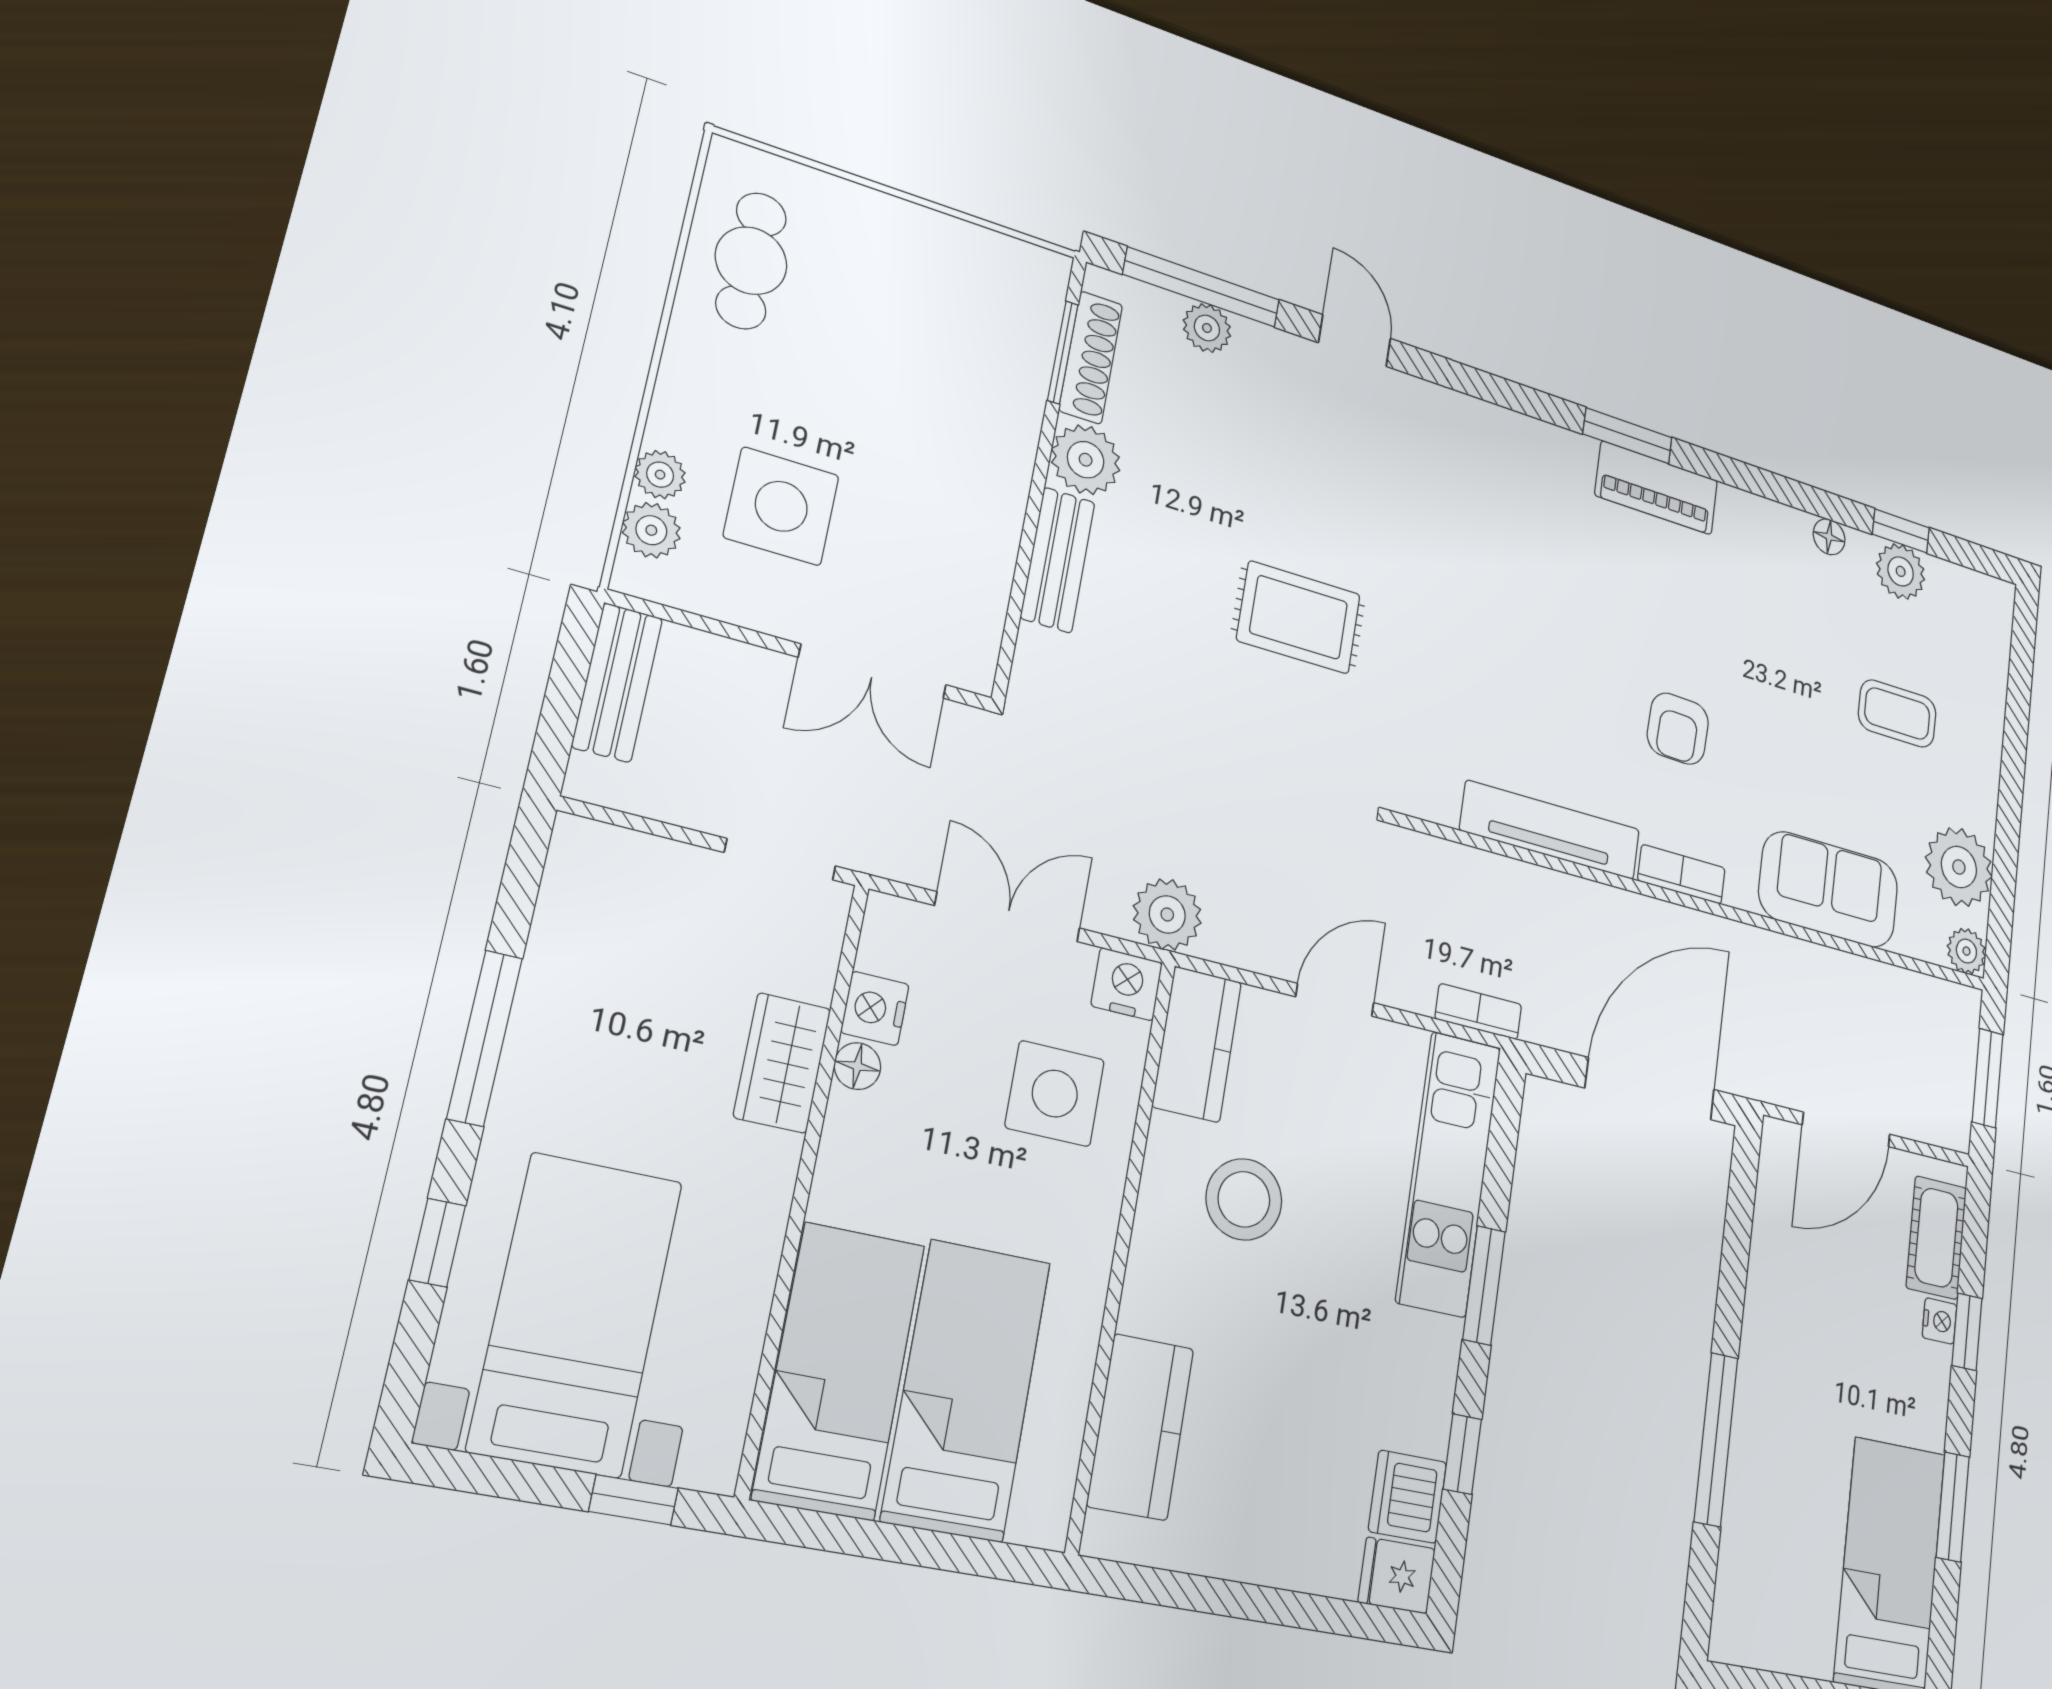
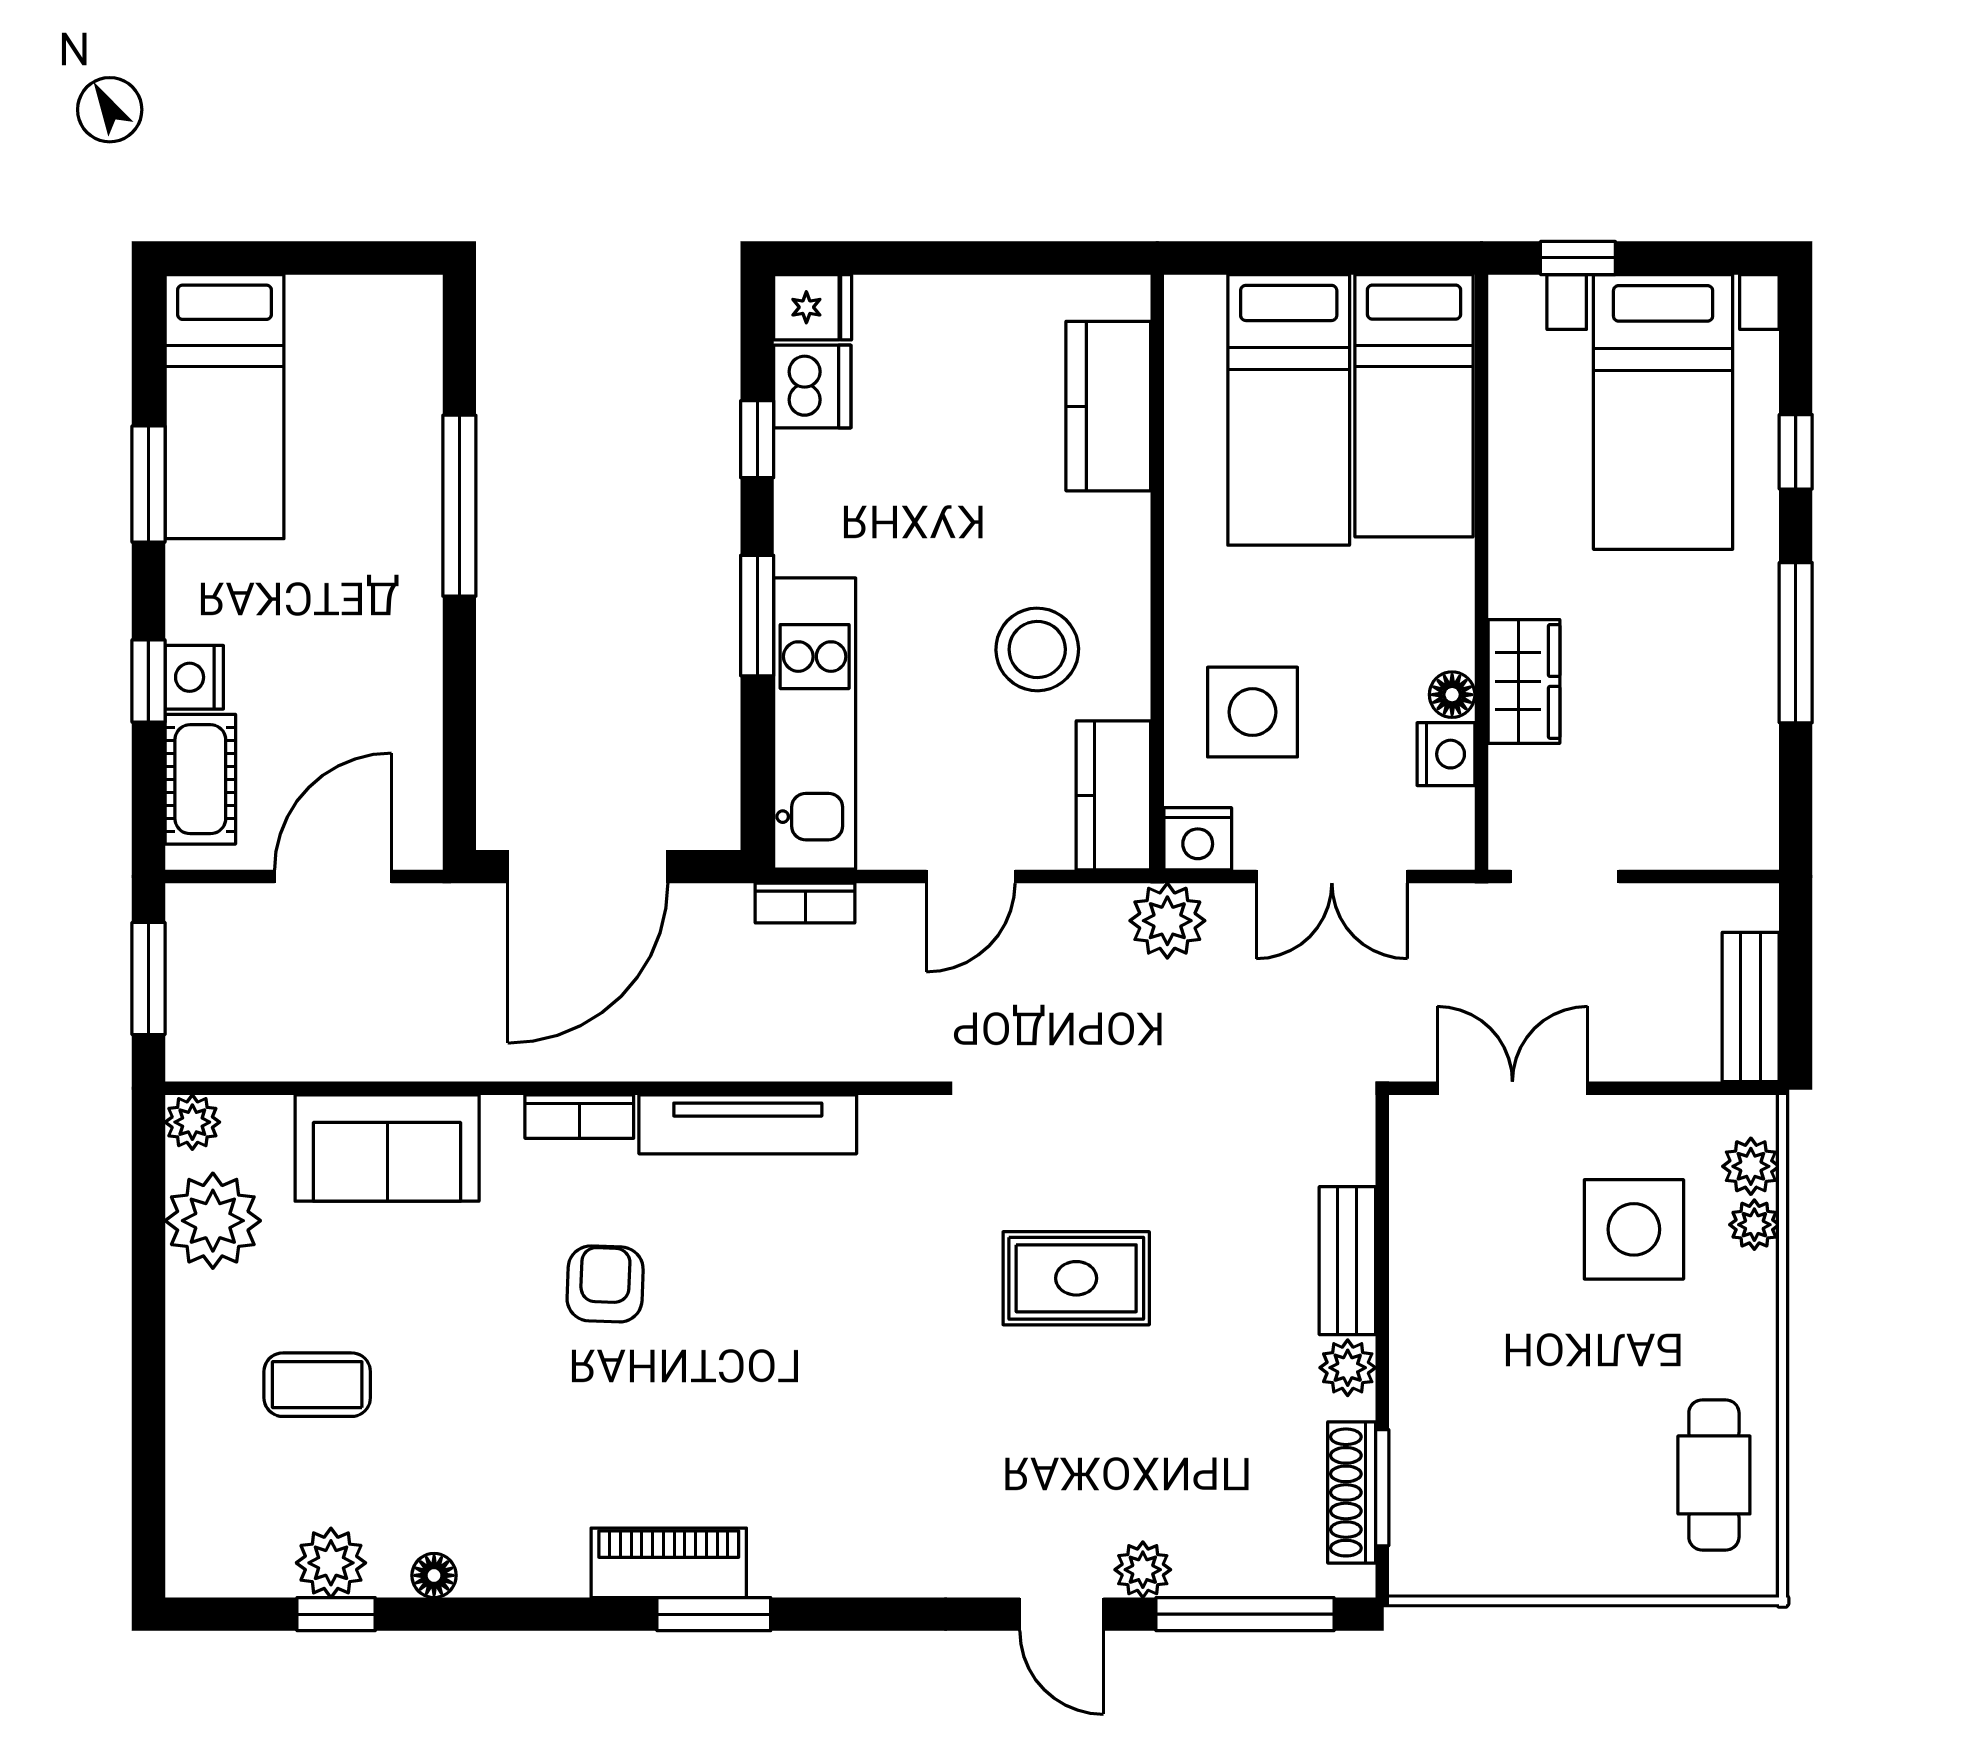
plant: (1207, 328) -> (1143, 1570), moved
plant: (1086, 460) -> (1348, 1368), width x0.73, depth x0.73
nightstand: (1940, 1321) -> (194, 677), width x1.39, depth x1.35

